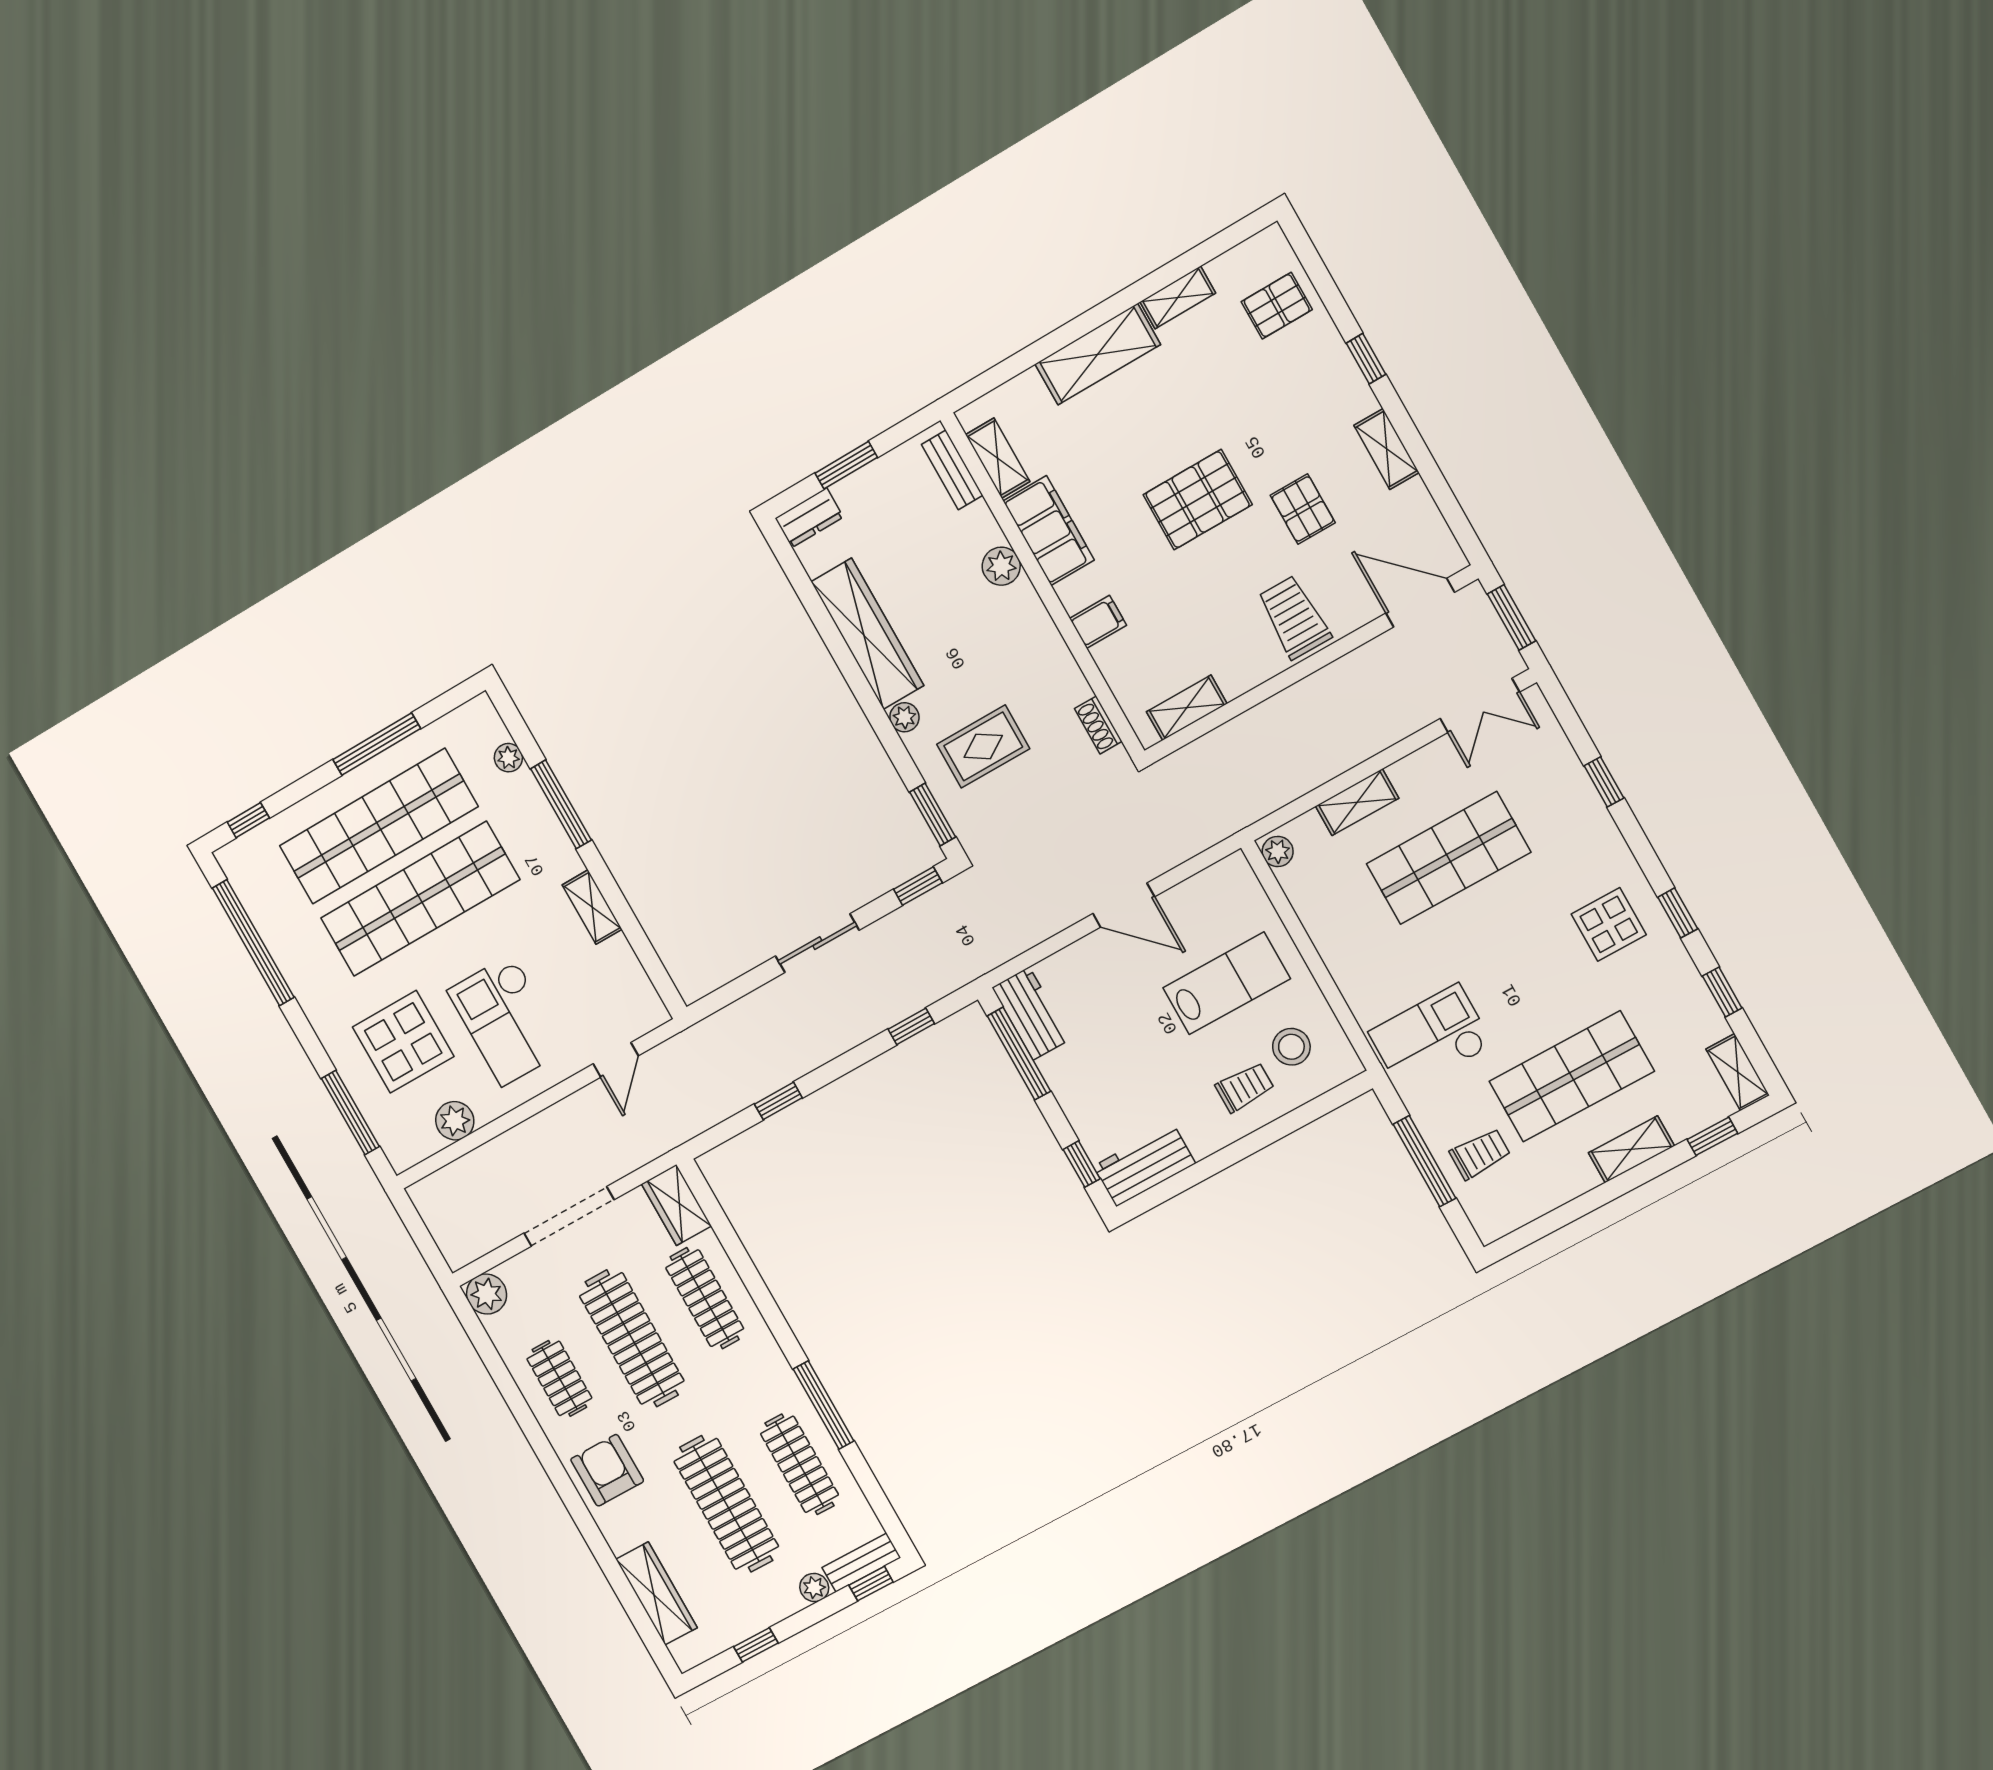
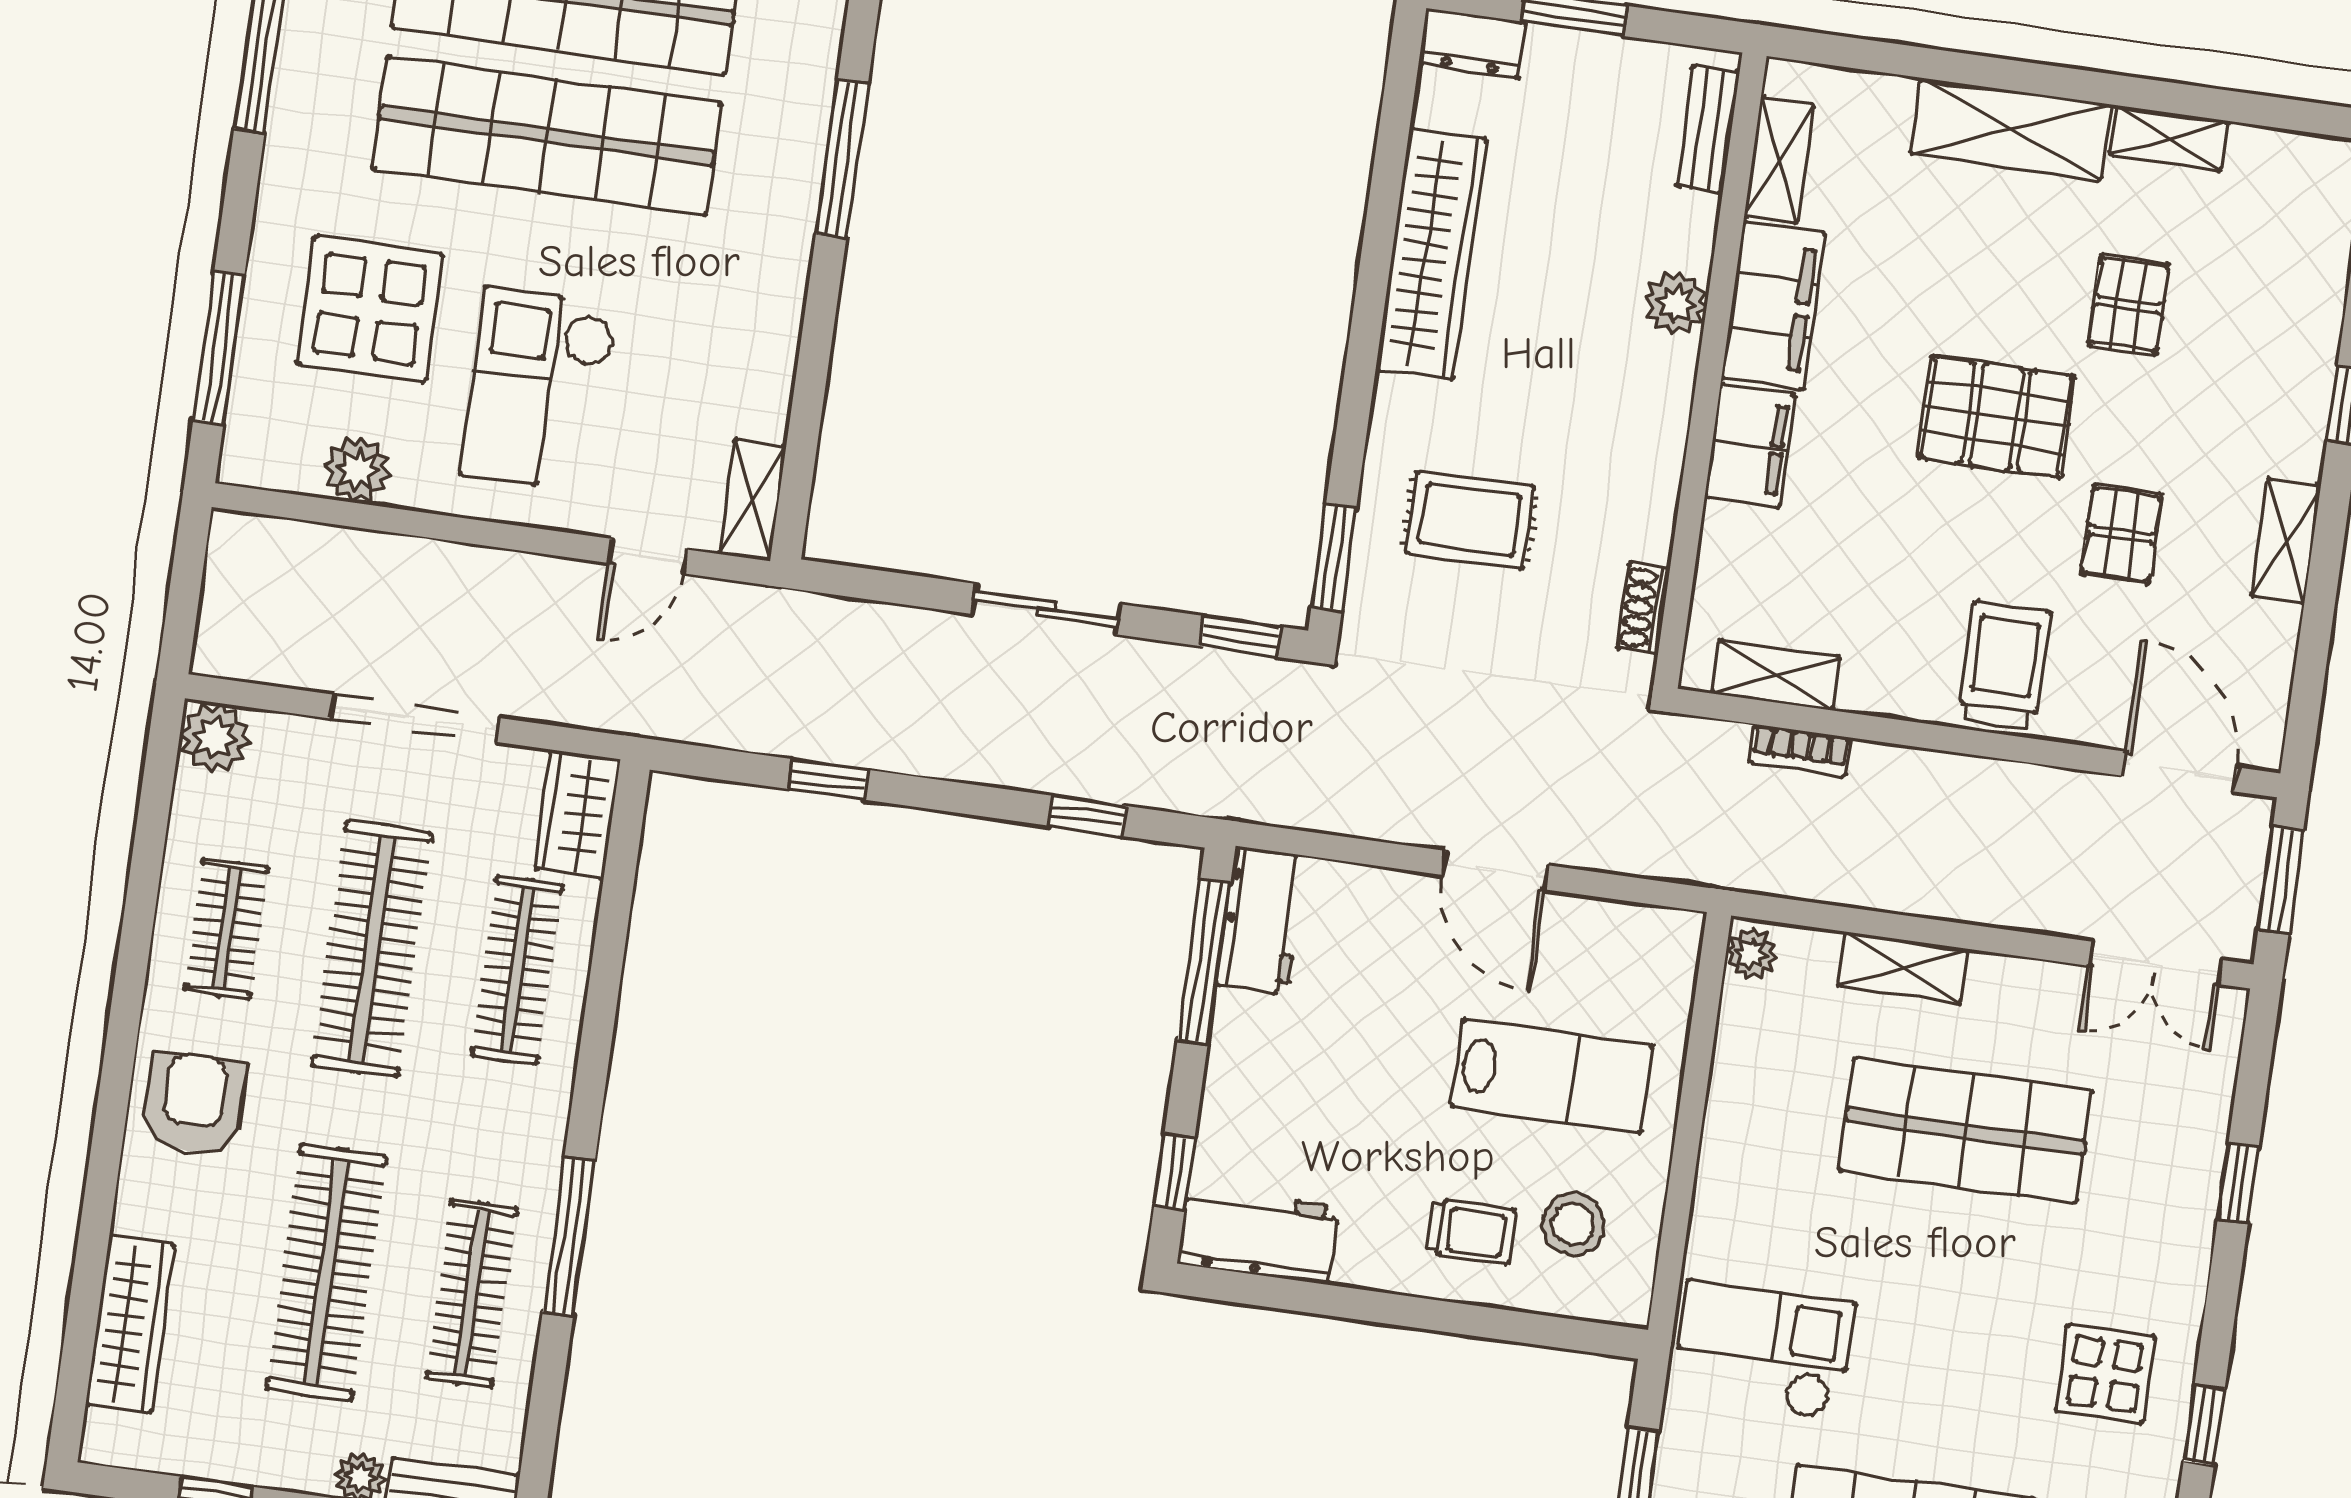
pallet: (1277, 306) -> (2129, 305), moved, turned 90
filing cabinet: (1098, 622) -> (1750, 446), width x2.00
plant: (904, 717) -> (1396, 401), removed
bookcase: (1226, 735) -> (1800, 750), added
plant: (508, 758) -> (819, 42), removed
shelving: (592, 907) -> (752, 500), moved

